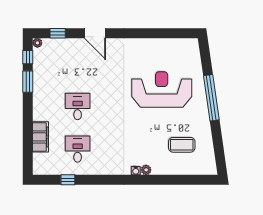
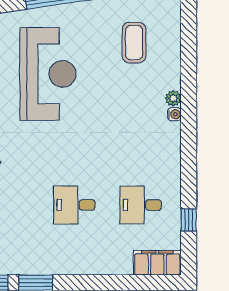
reception desk: (162, 90) -> (48, 74), turned 180
filing cabinet: (41, 137) -> (157, 263), moved

